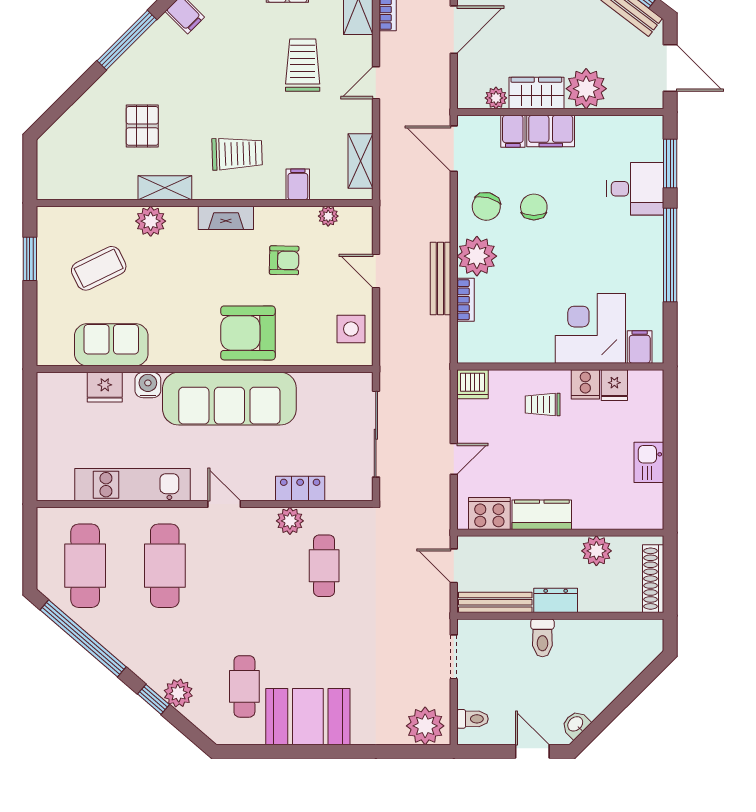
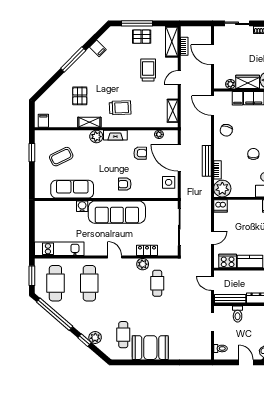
door: (454, 30) -> (212, 55), swing flipped
filing cabinet: (298, 184) -> (43, 121), moved
chair: (534, 207) -> (253, 154), moved
plant: (151, 221) -> (96, 137), moved
plant: (477, 256) -> (222, 189), moved
door: (376, 271) -> (179, 158), width x1.87
armchair: (248, 333) -> (125, 184), width x0.53, depth x0.53
sofa: (111, 345) -> (72, 189), width x1.36
fridge: (105, 387) -> (64, 207), removed
trolley: (543, 404) -> (250, 215), removed
kitchen unit: (132, 485) -> (59, 249), moved
window: (30, 548) -> (32, 276), added
toilet: (542, 638) -> (238, 314), moved
plant: (425, 726) -> (200, 351), removed

